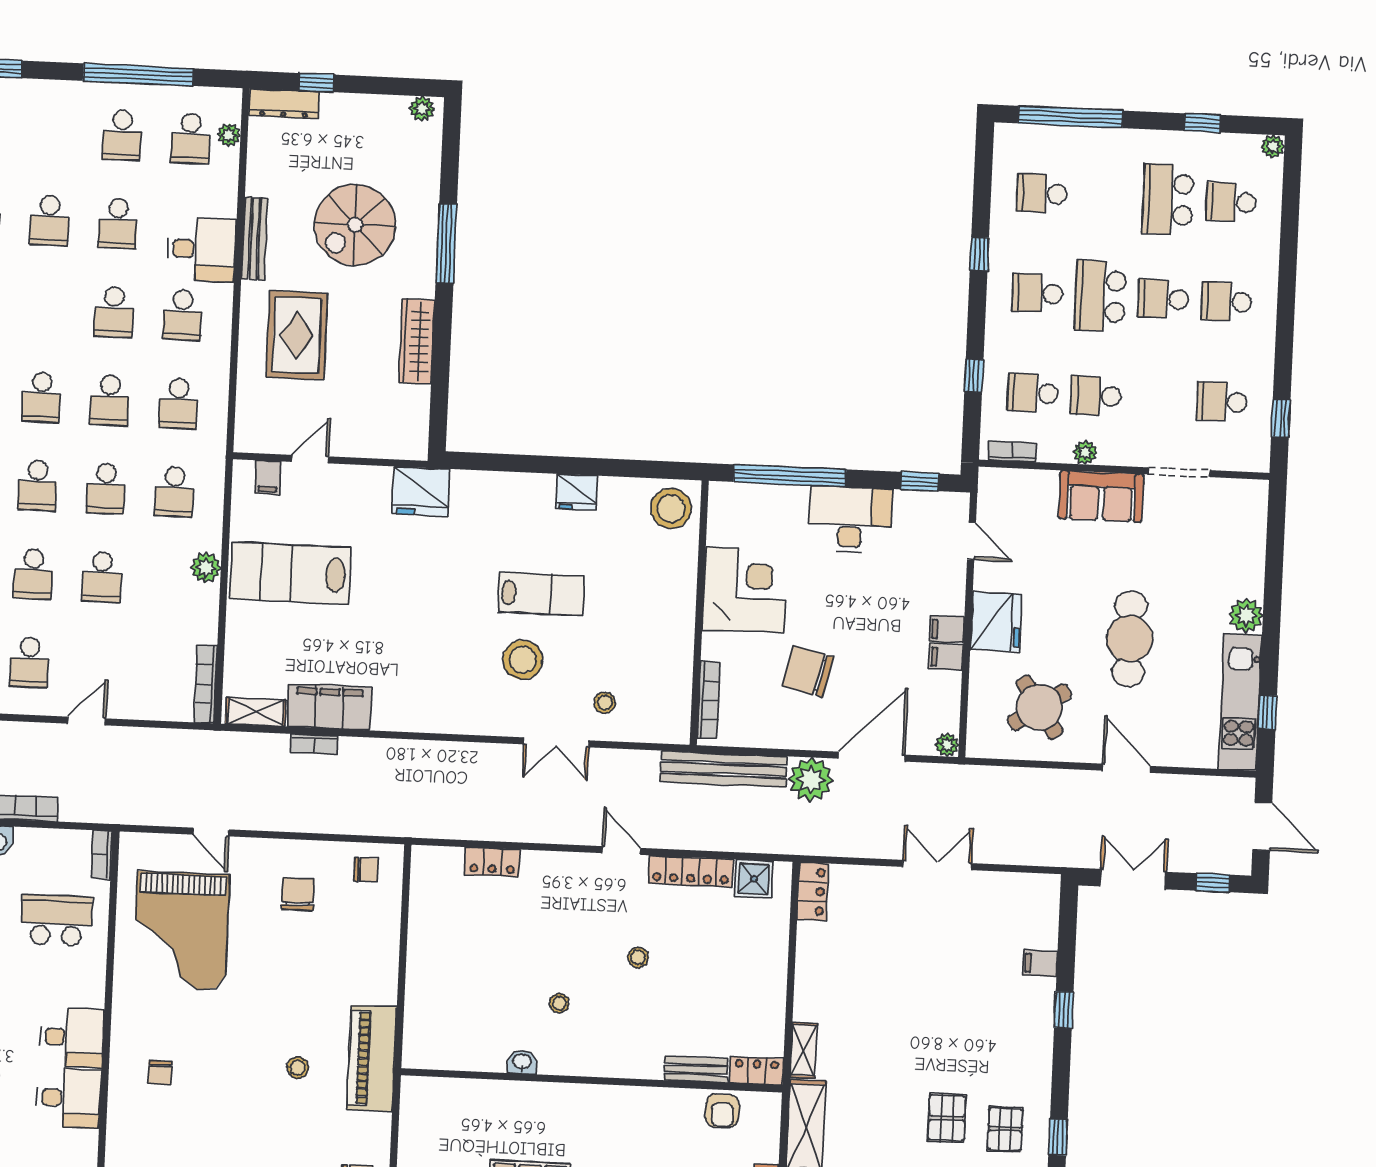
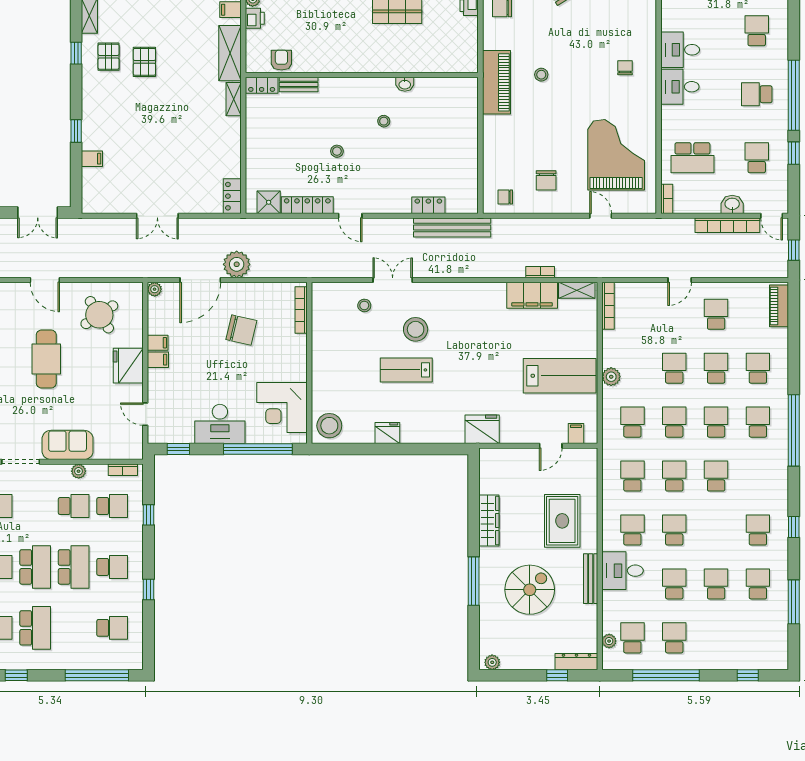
school desk: (1163, 299) -> (35, 567), width x1.85
corner desk: (745, 590) -> (282, 408), moved
bench: (724, 769) -> (452, 227), moved

